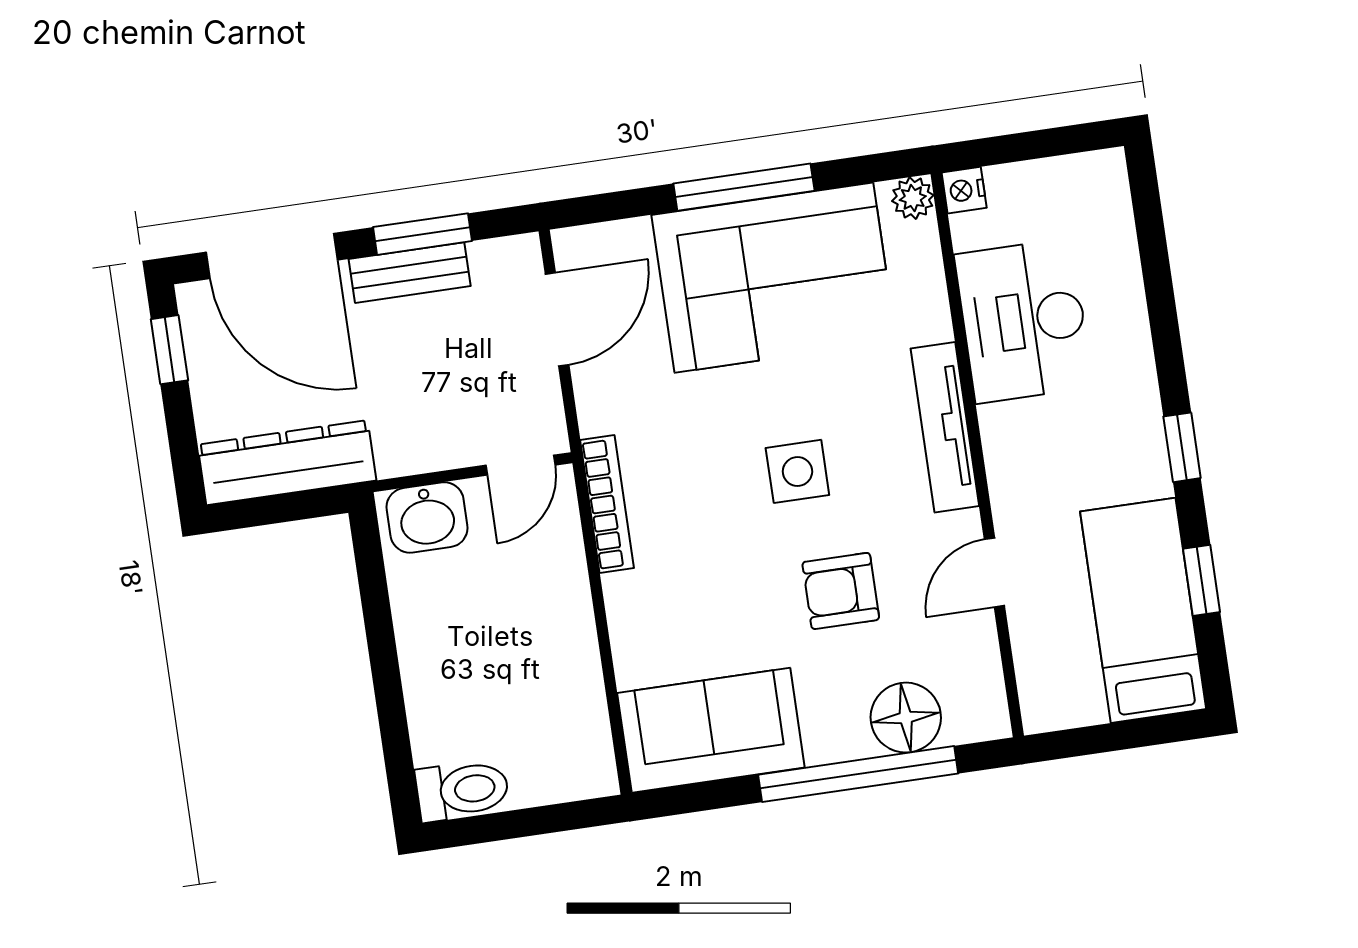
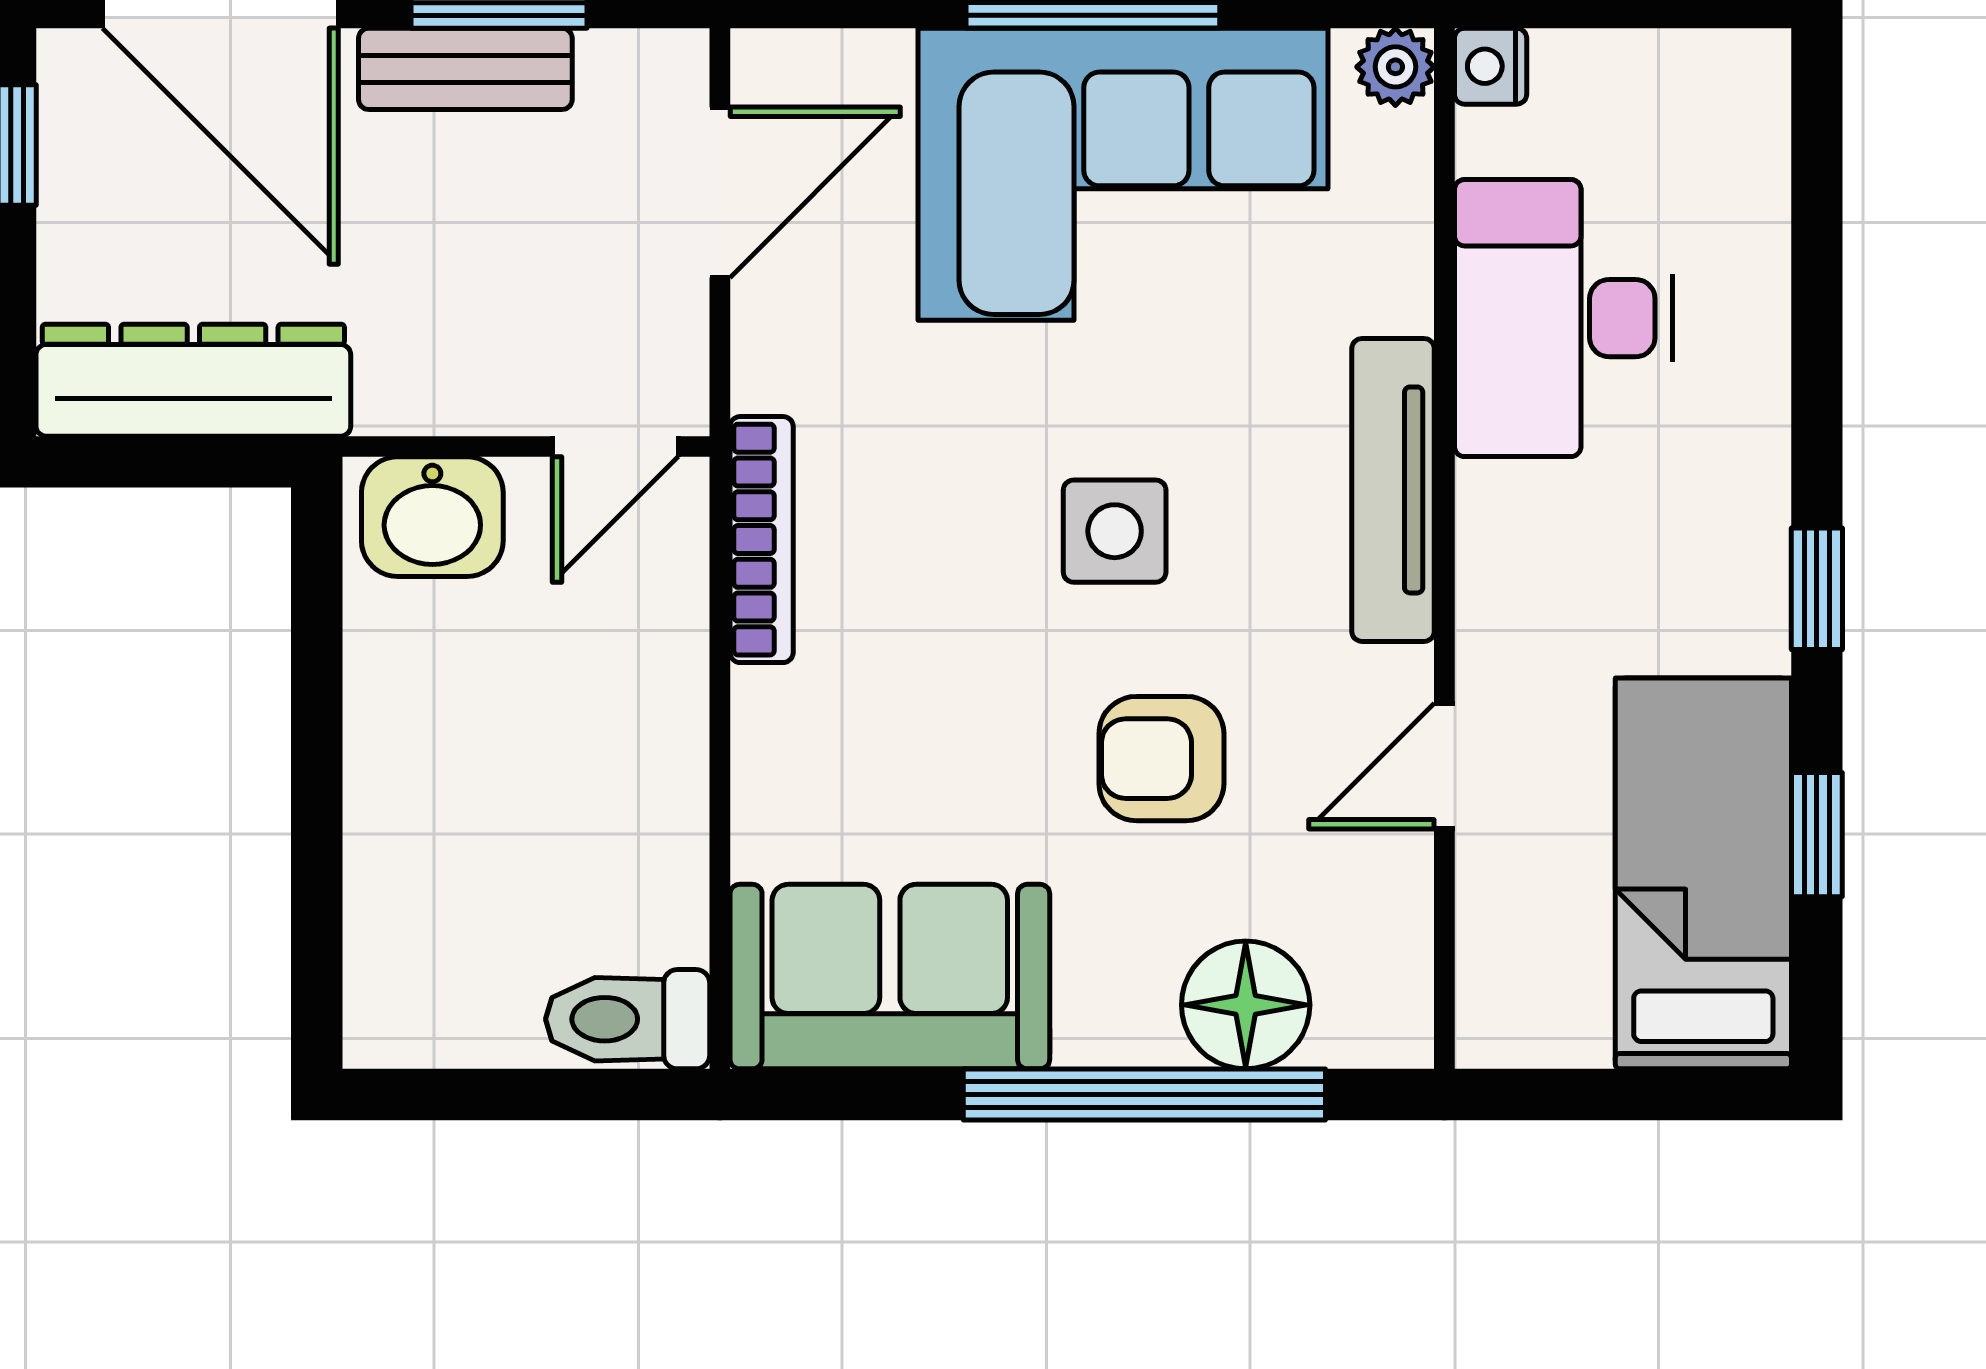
toilet: (462, 790) -> (628, 1019), moved, turned 180

